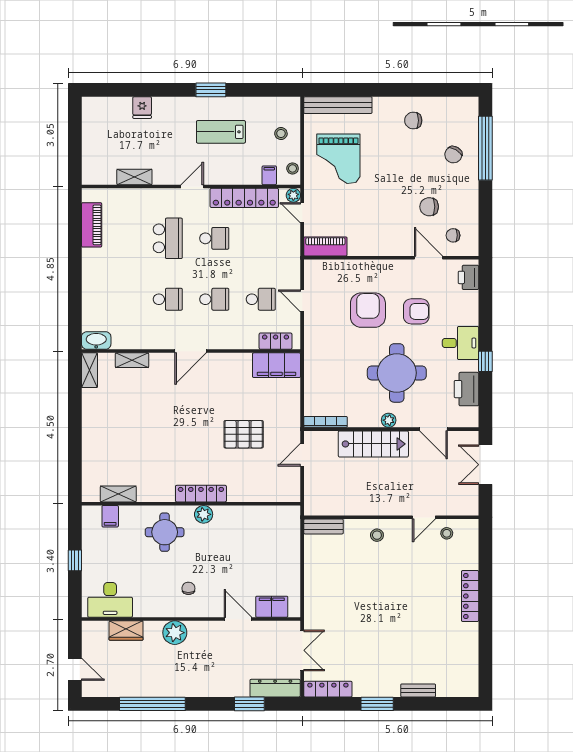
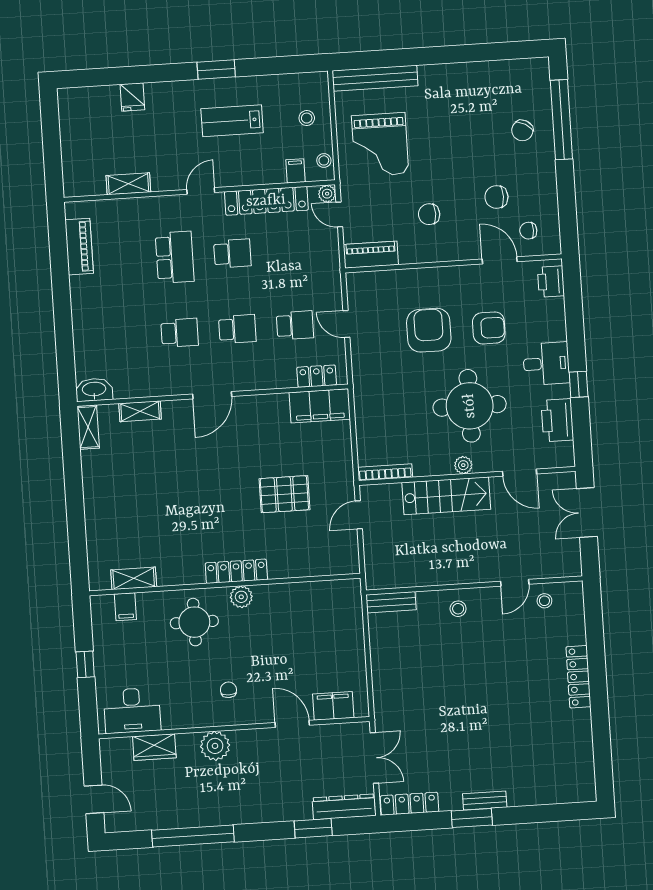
chair: (413, 120) -> (429, 214), moved
bench: (418, 690) -> (485, 800), moved

